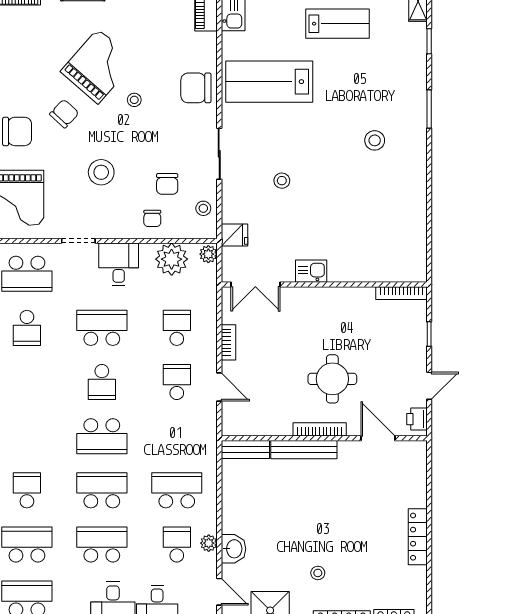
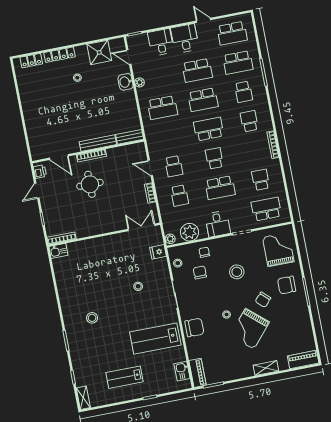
lab bench: (269, 82) -> (155, 339), turned 180
kitchen sink: (311, 271) -> (58, 251), moved
locker: (418, 537) -> (27, 108), removed
school desk: (177, 545) -> (249, 121), moved, turned 180

